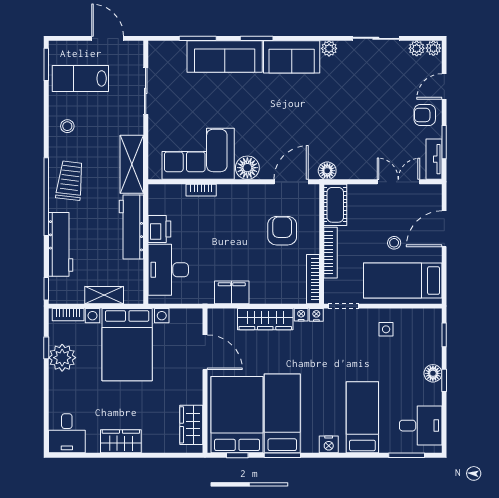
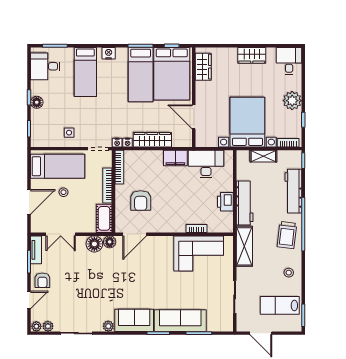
lab bench: (80, 78) -> (280, 305), turned 180
armchair: (425, 115) -> (42, 280), turned 90
floor lamp: (247, 168) -> (94, 244), moved
desk: (168, 270) -> (206, 164), moved, turned -90
plant: (62, 358) -> (292, 101), moved

